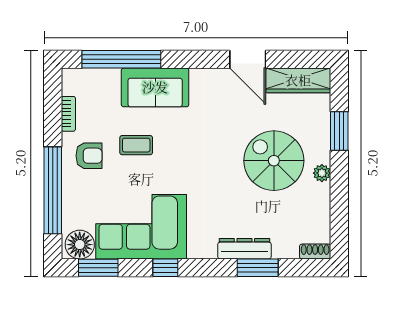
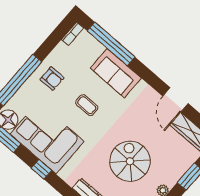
bookcase: (68, 114) -> (73, 34), moved
coffee table: (136, 145) -> (87, 105), moved
spiral stairs: (274, 161) -> (130, 161), moved

